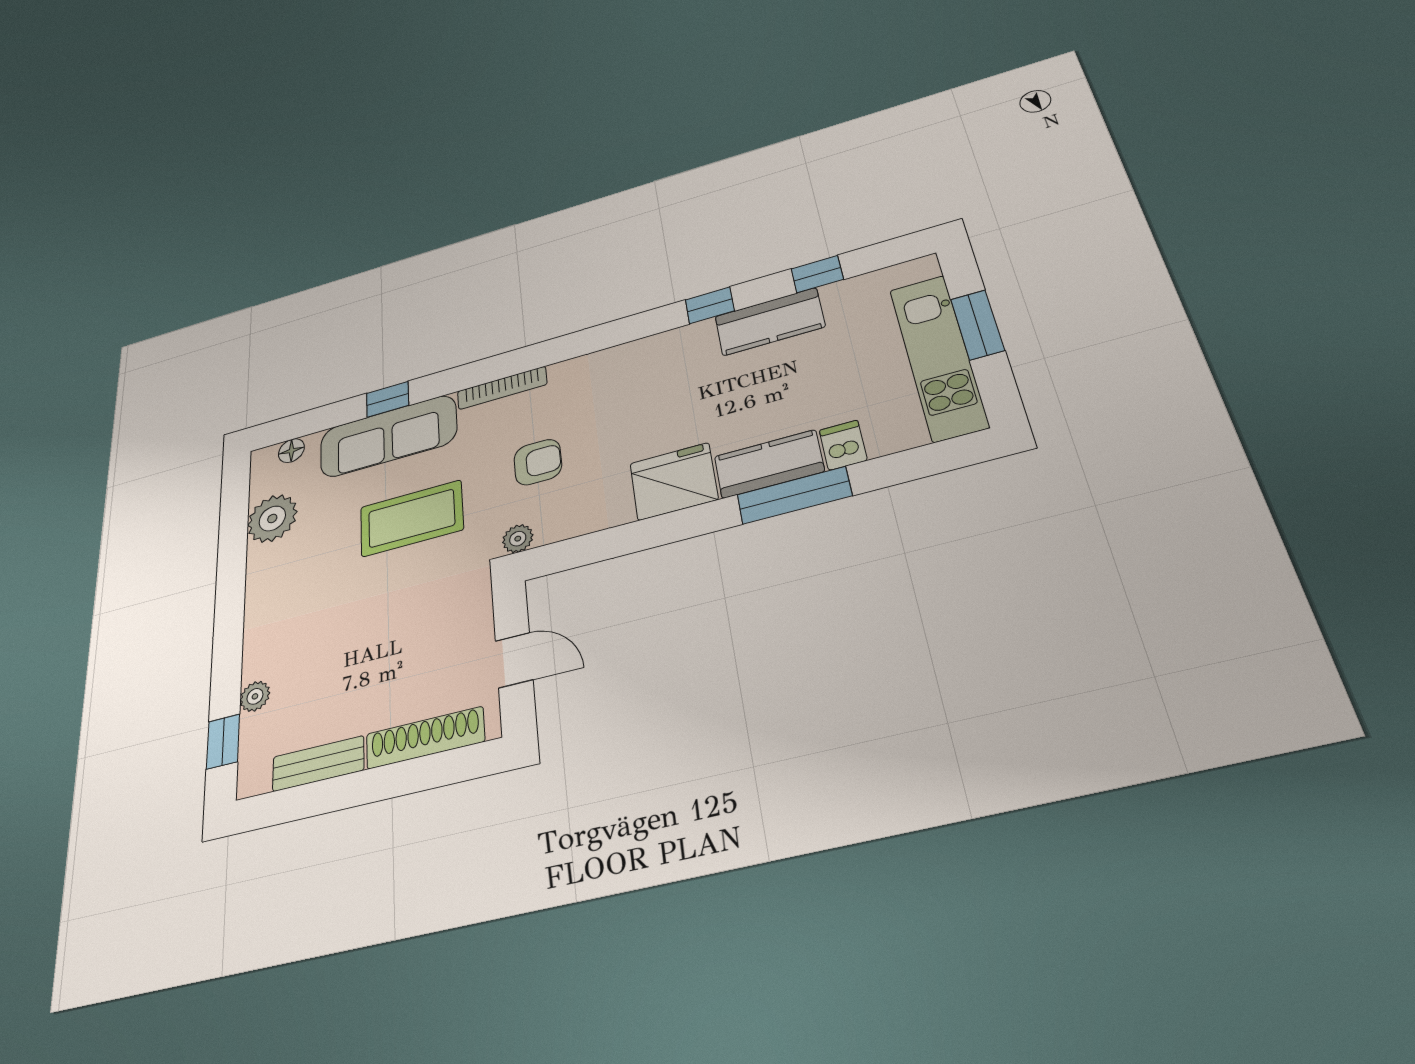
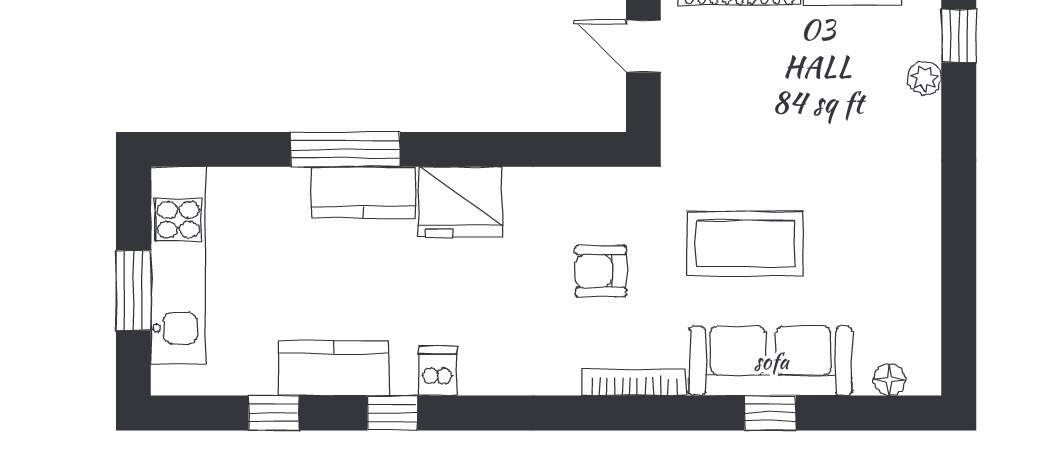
dishwasher: (843, 445) -> (438, 371), moved, turned 180
plant: (272, 518) -> (911, 294), removed
plant: (518, 539) -> (630, 183), removed

